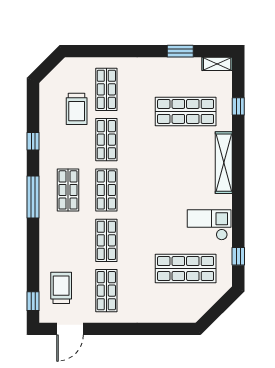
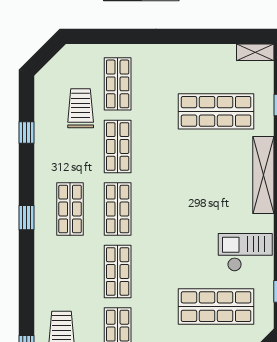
window: (180, 51) -> (209, 36), removed
trolley: (77, 109) -> (81, 108), turned 180
window: (33, 141) -> (27, 133), moved
window: (33, 197) -> (27, 218), width x0.46

